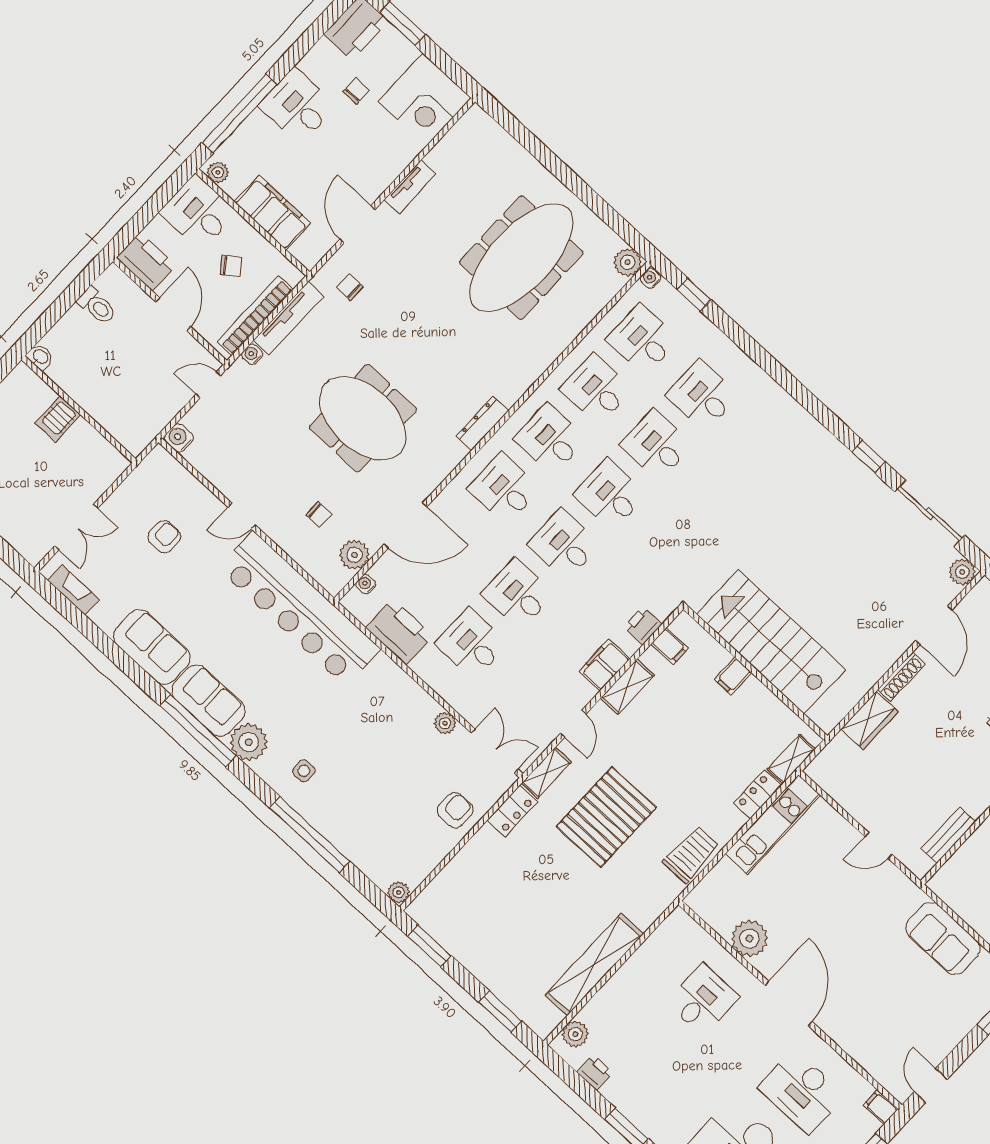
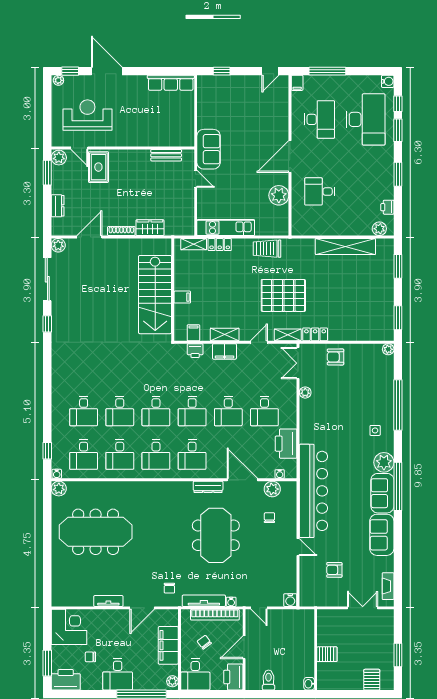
dresser: (482, 423) -> (208, 487), moved
sofa: (943, 939) -> (209, 149), moved

